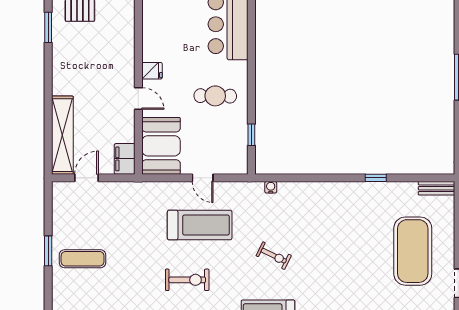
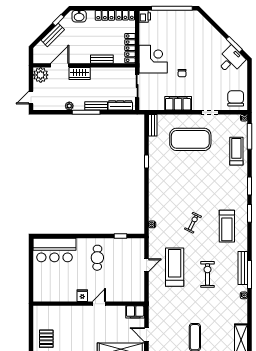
booth: (161, 146) -> (127, 290), removed

